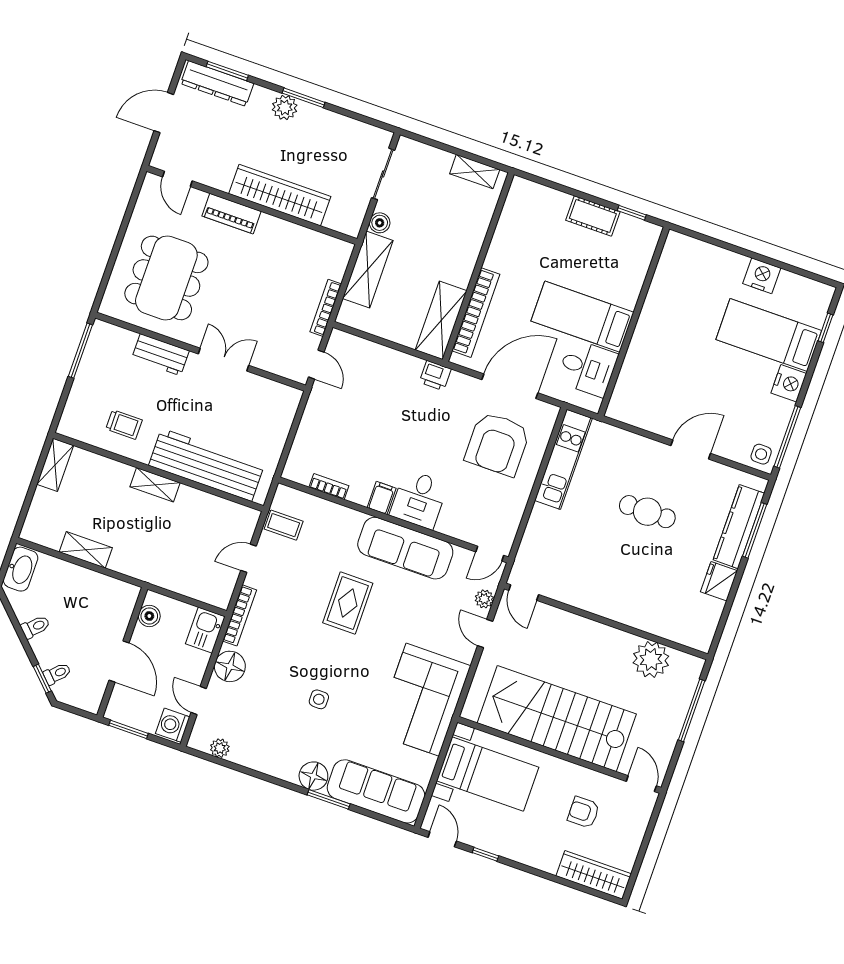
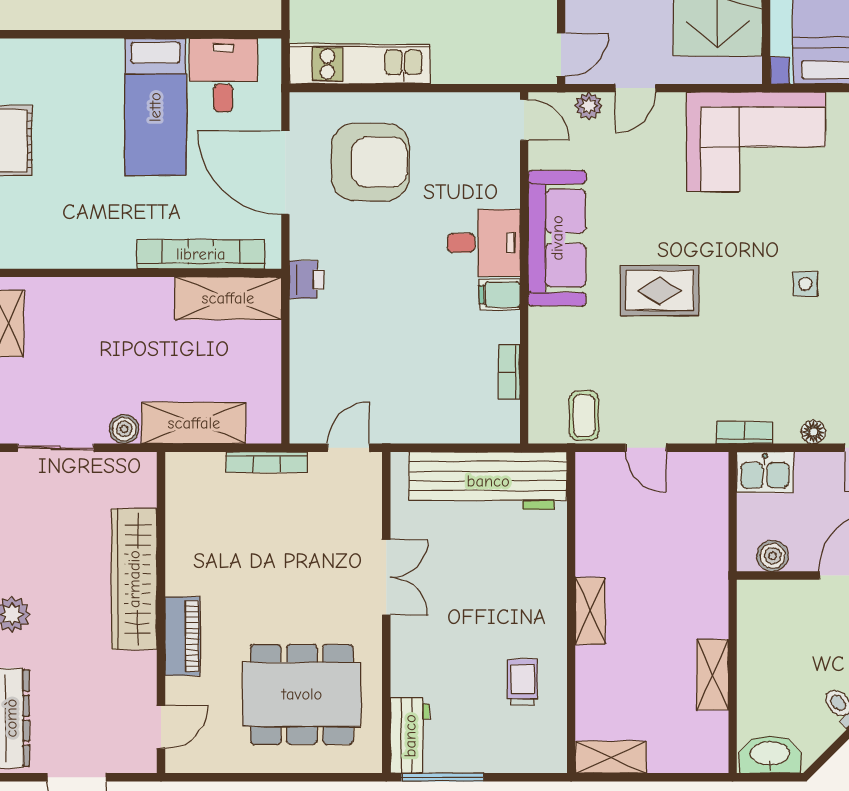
workbench: (160, 355) -> (410, 736), moved
double door: (223, 360) -> (386, 577), swing flipped
workbench: (207, 465) -> (488, 481), moved, turned -90
bookcase: (240, 615) -> (744, 433), width x0.64
floor lamp: (230, 666) -> (813, 432), width x0.53, depth x0.53

